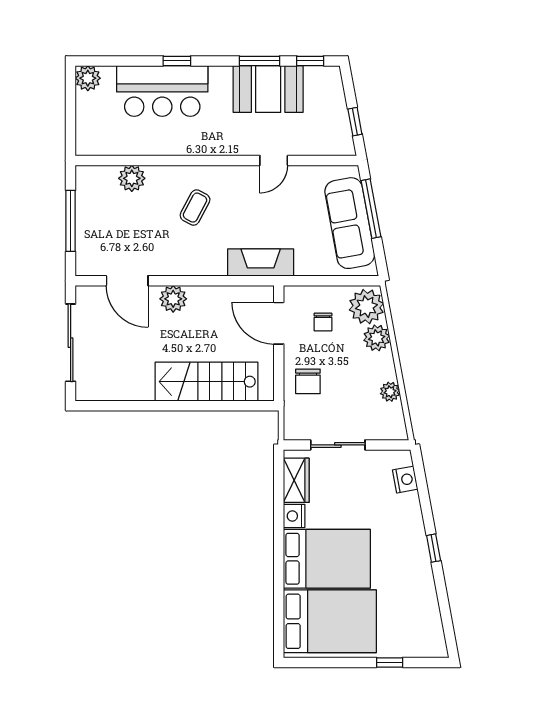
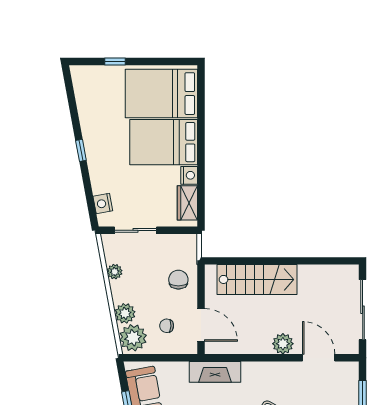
chair: (323, 322) -> (167, 326), turned -87
sliding door: (338, 445) -> (136, 230), moved

